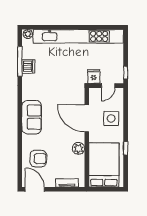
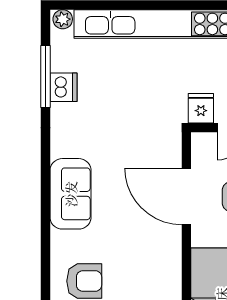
plant: (78, 148) -> (169, 260), removed

